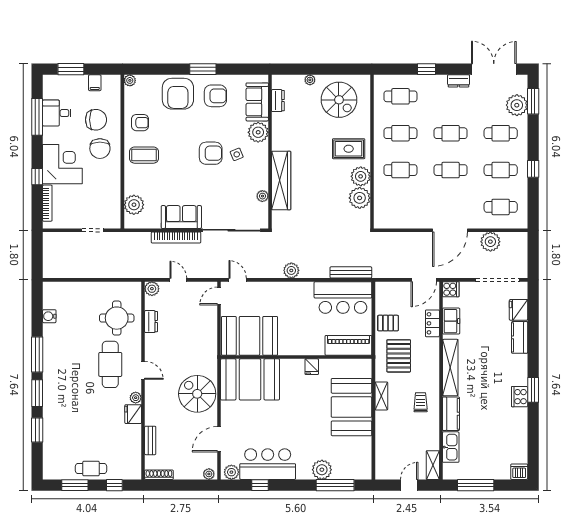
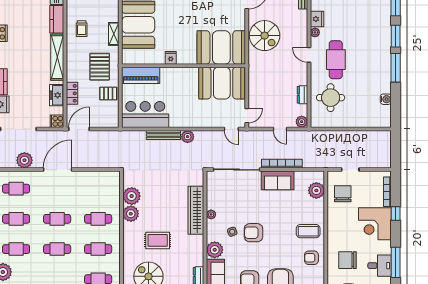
chair: (100, 149) -> (343, 194), moved
rug: (349, 149) -> (158, 240), moved
plant: (262, 196) -> (211, 214), moved
bench: (351, 272) -> (163, 135), moved

